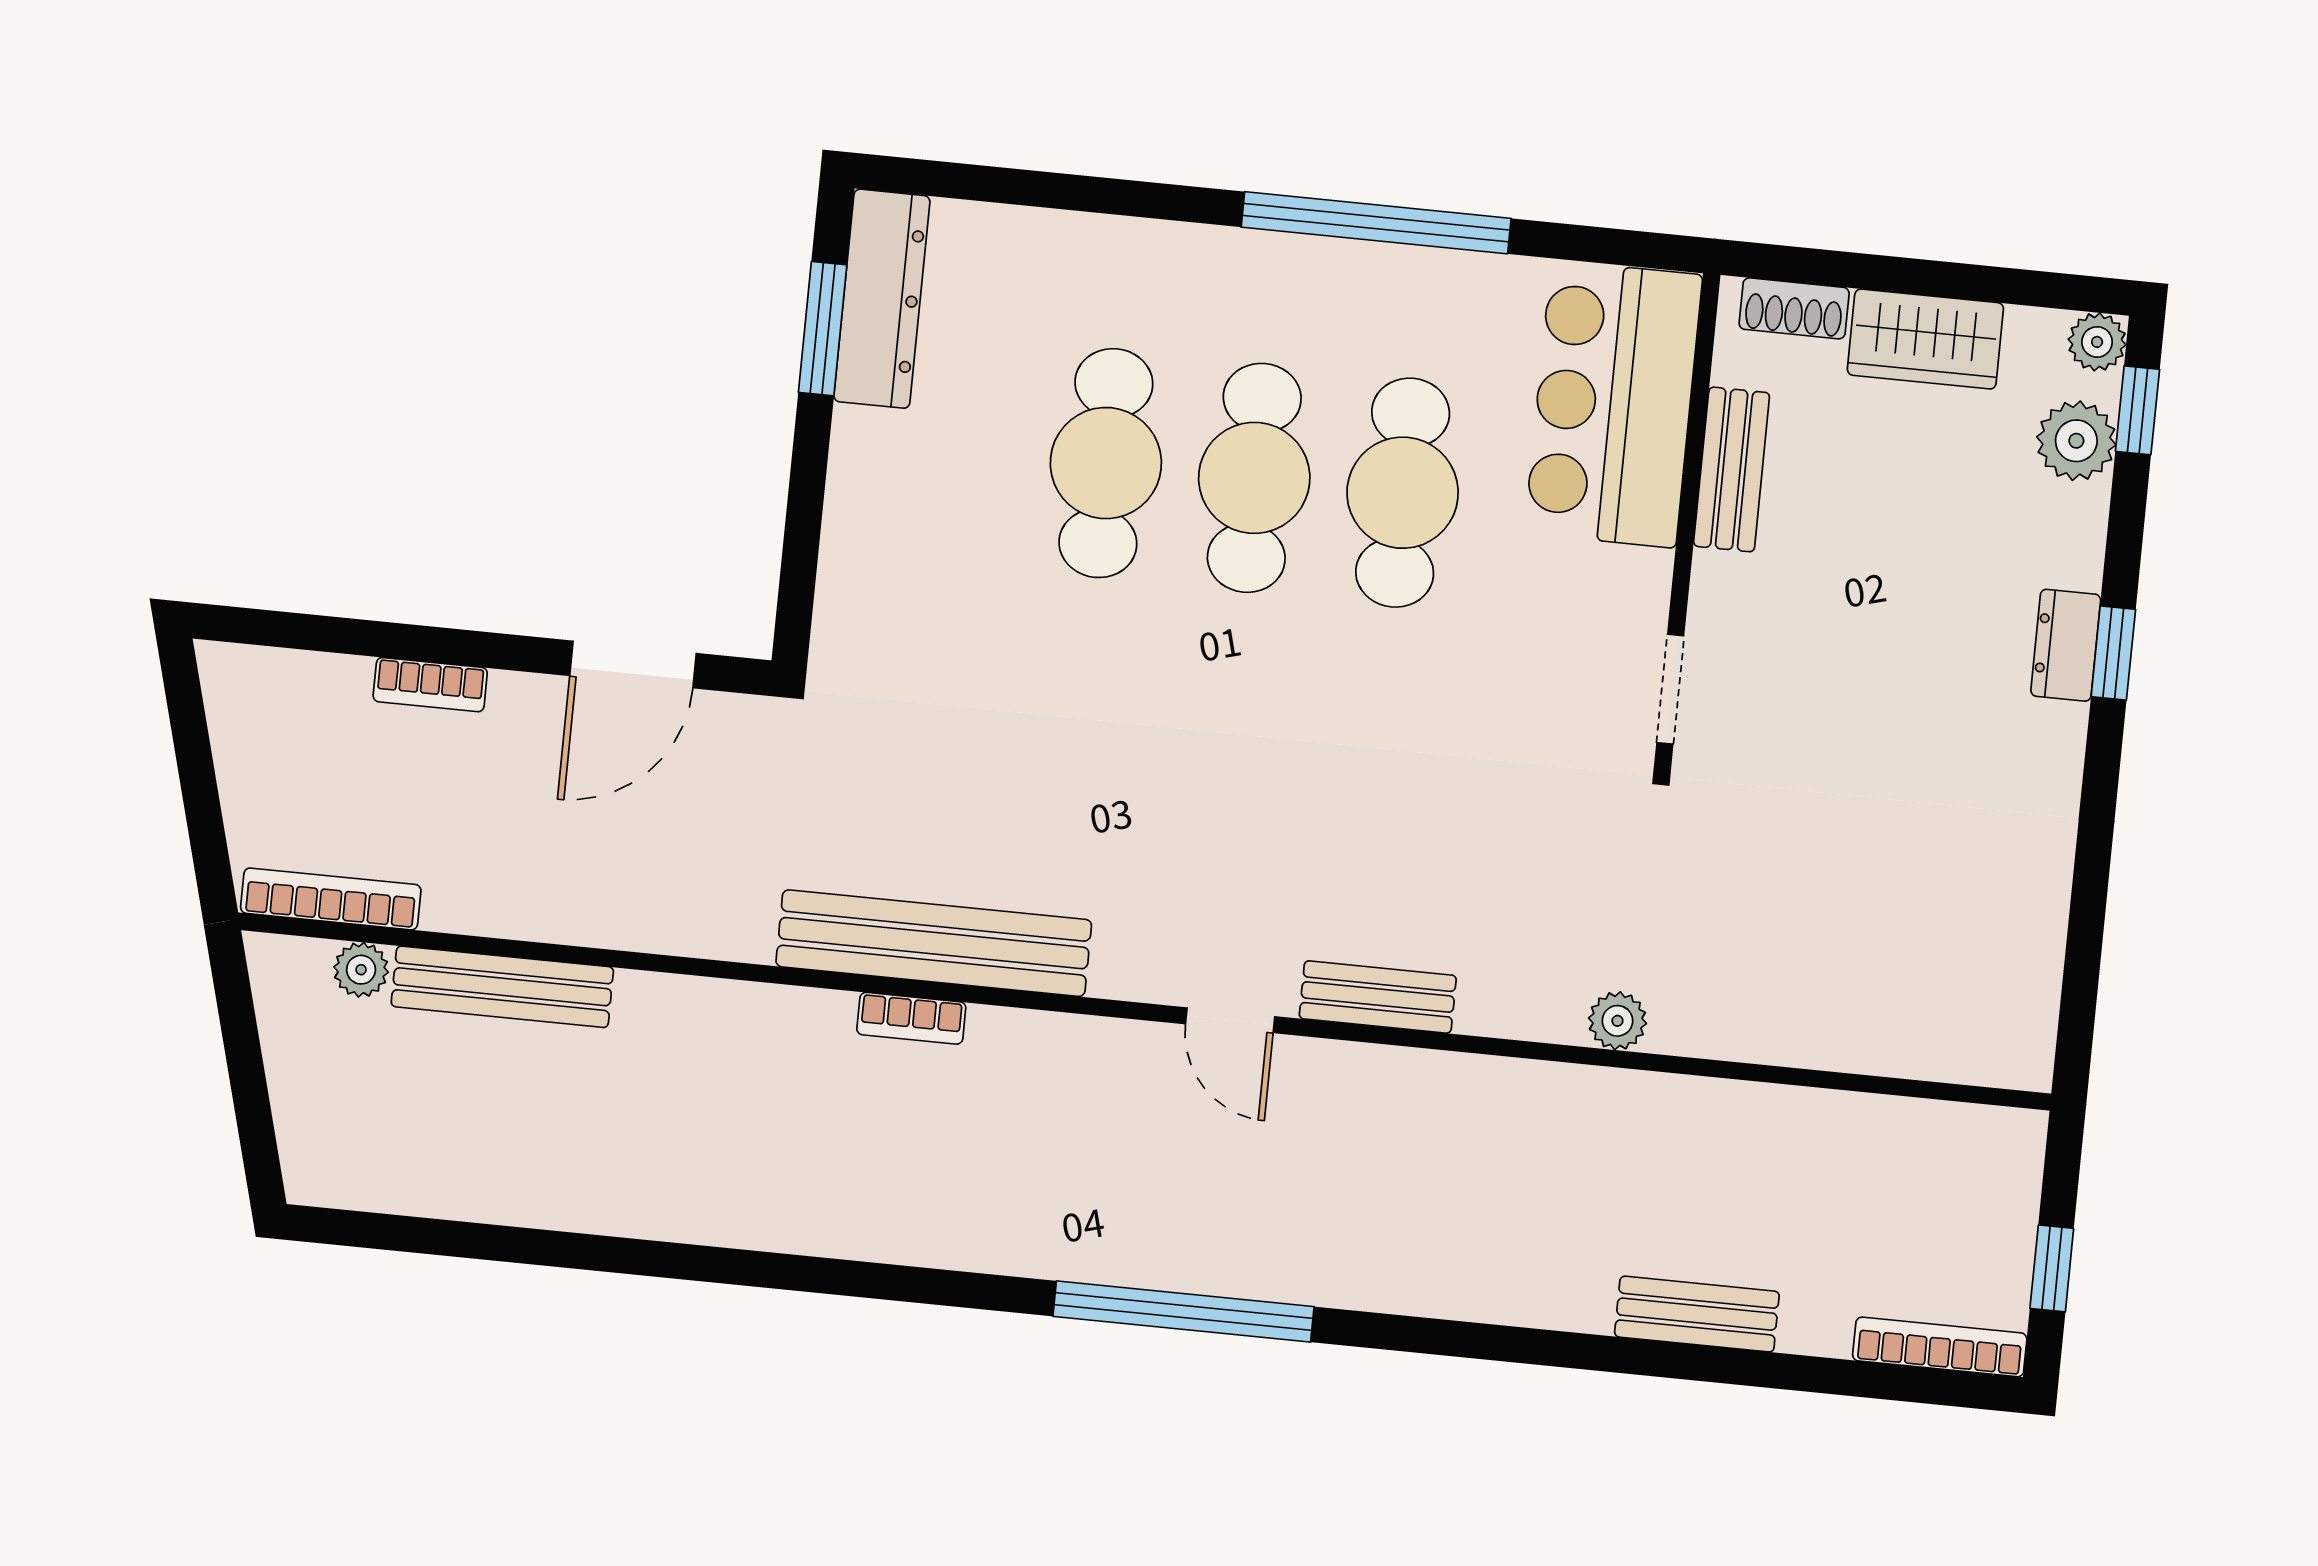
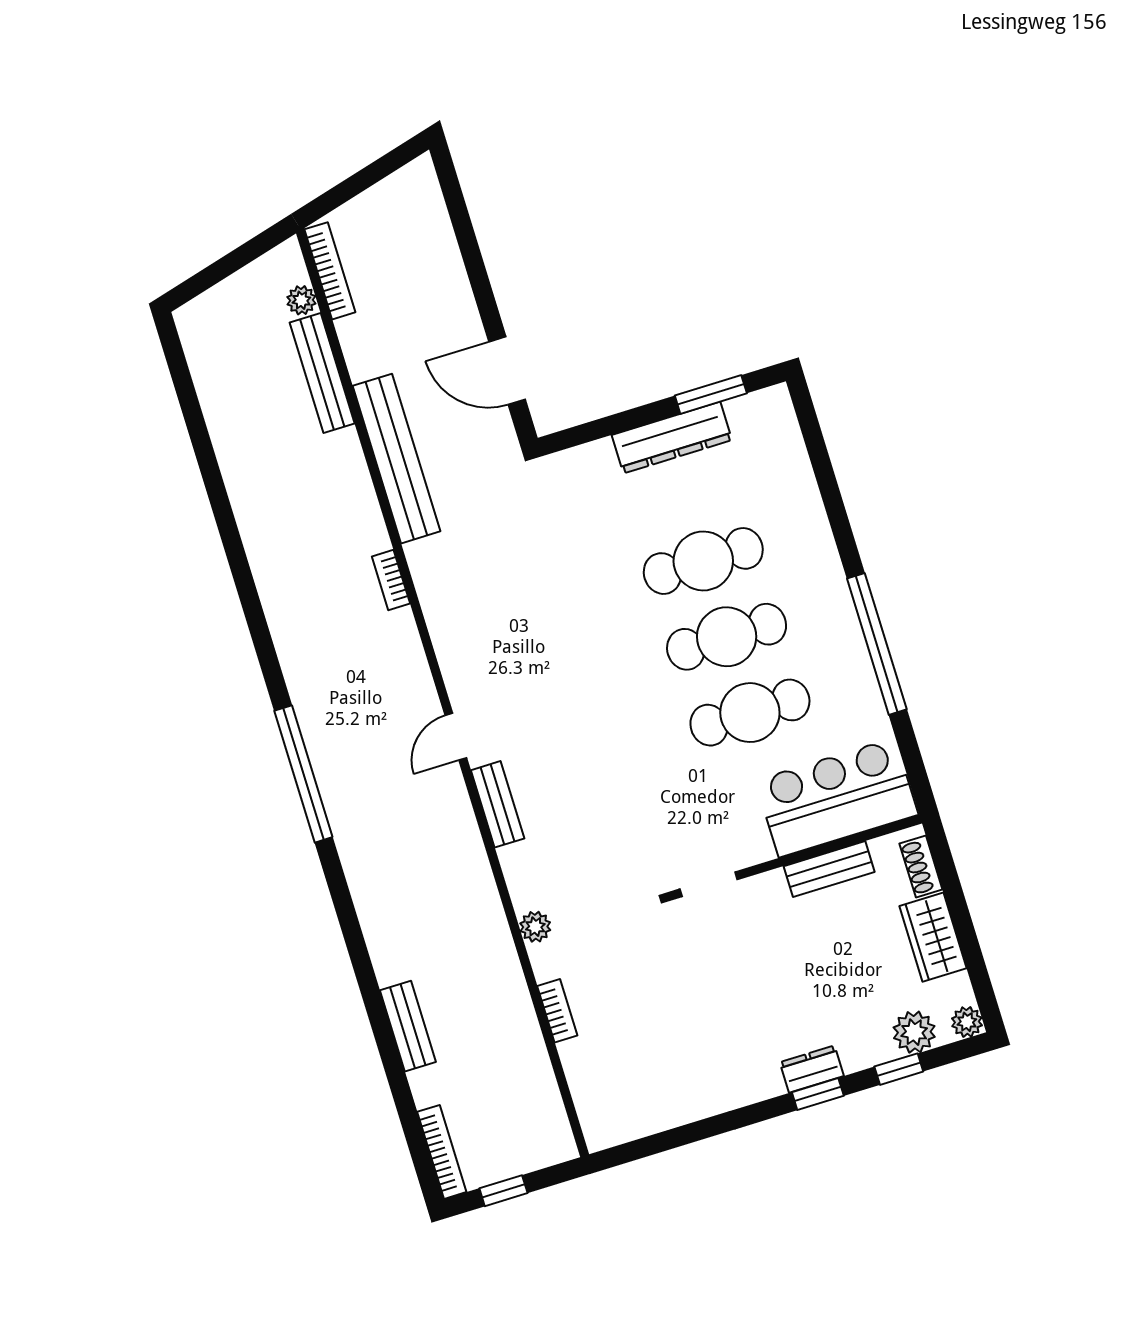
dresser: (882, 299) -> (672, 438), moved
window: (2137, 410) -> (899, 1069), moved
bookcase: (430, 685) -> (557, 1011), moved, turned 180
bench: (934, 943) -> (396, 459), moved

